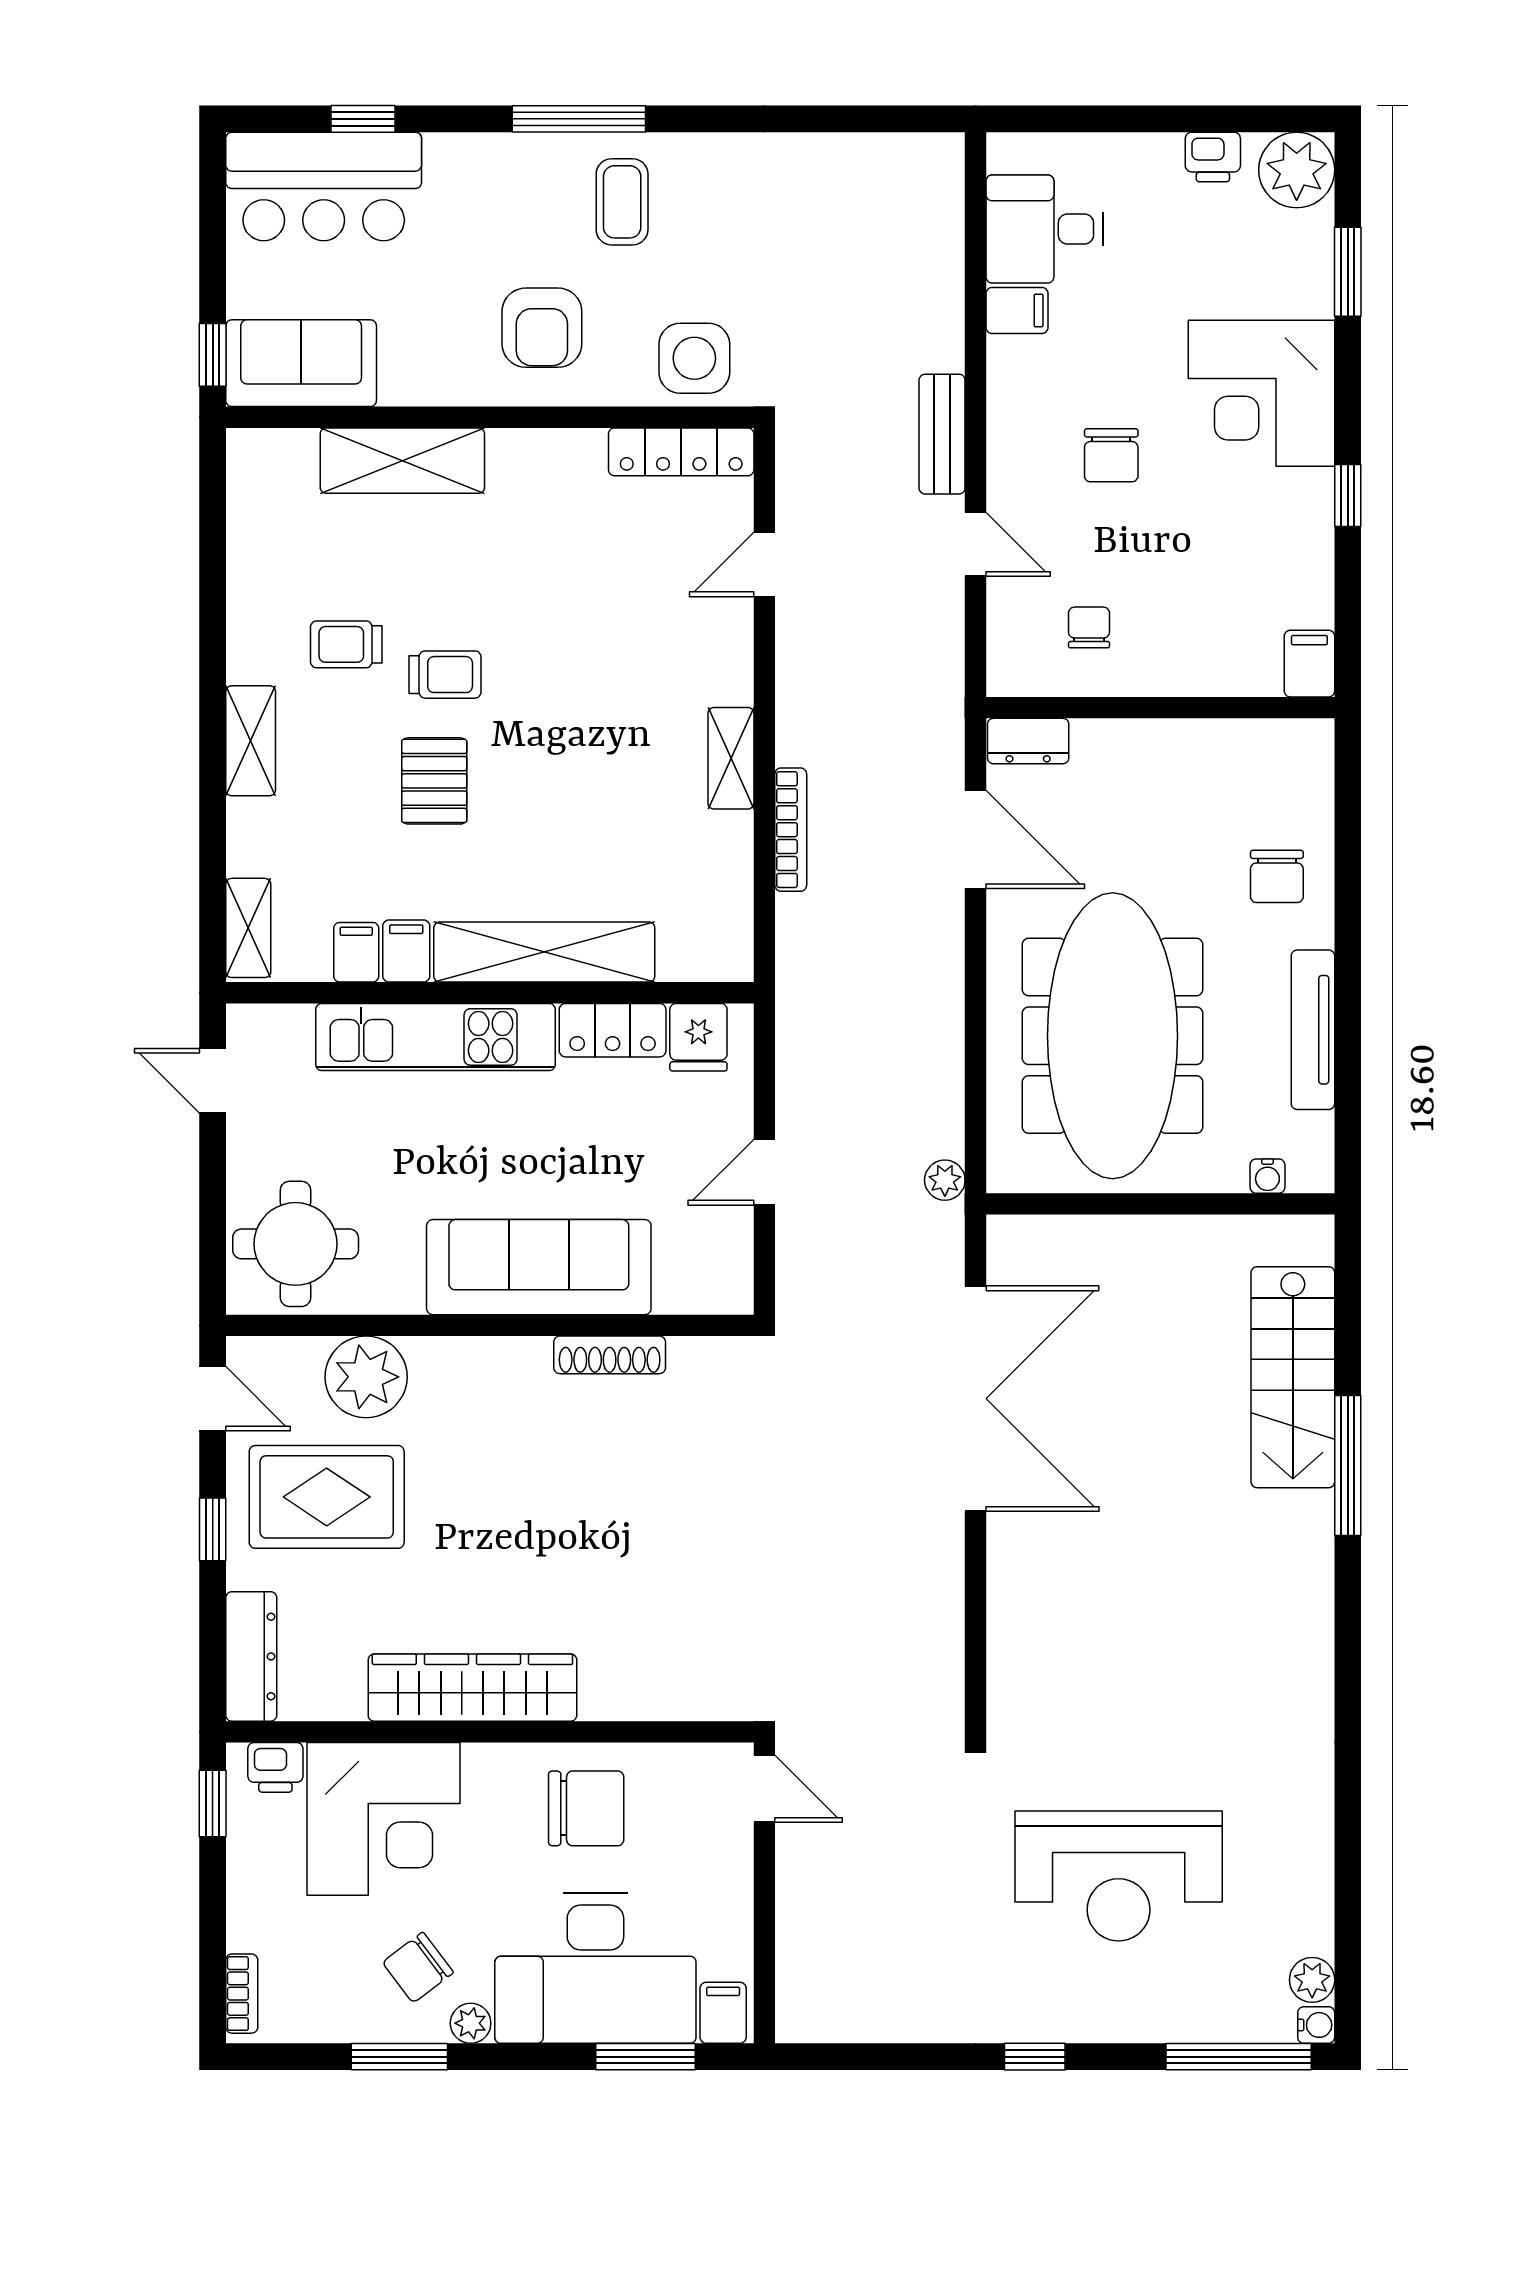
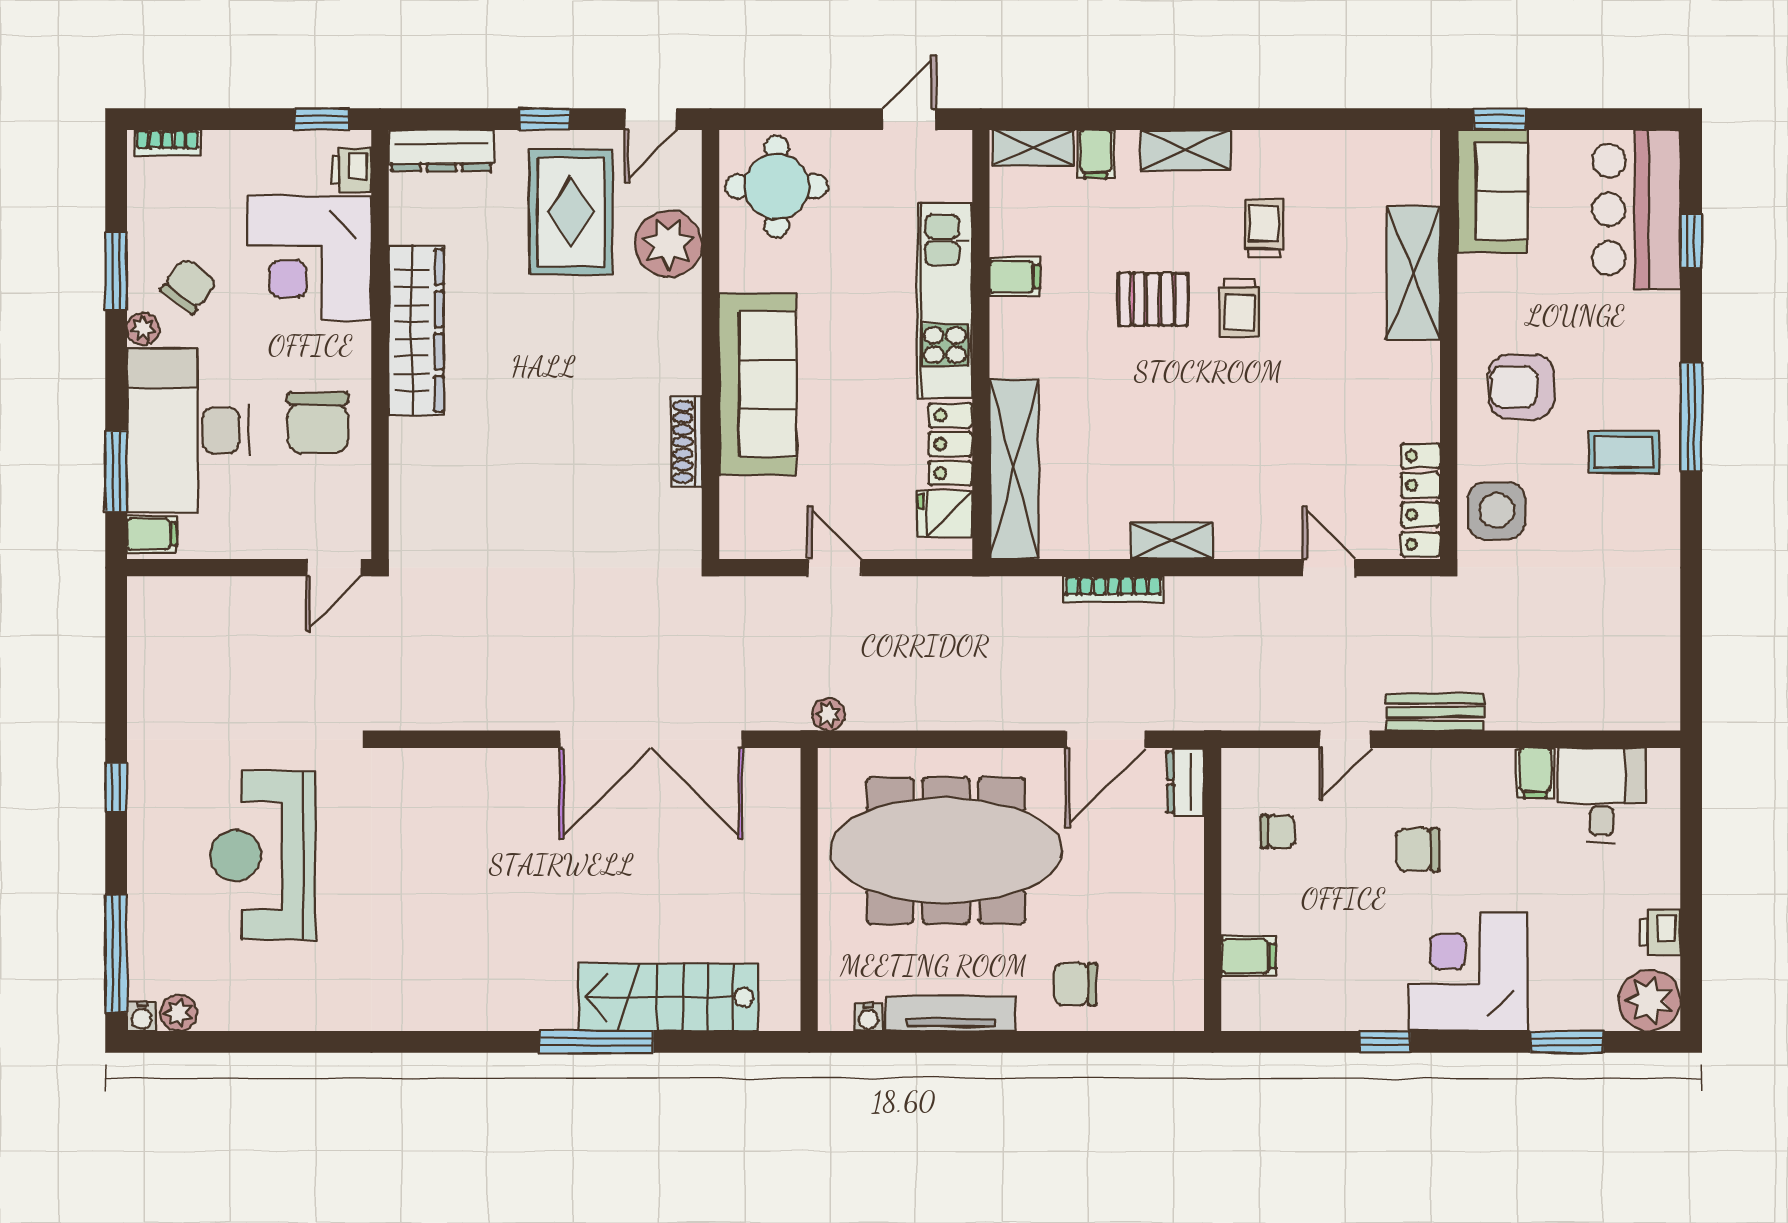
filing cabinet: (1309, 664) -> (1248, 956), moved
filing cabinet: (356, 952) -> (1096, 154), moved, turned 90
shelving: (544, 952) -> (1014, 469), moved
water cooler: (1267, 1176) -> (868, 1017), moved, turned -90
chair: (418, 1967) -> (189, 286), turned 74

